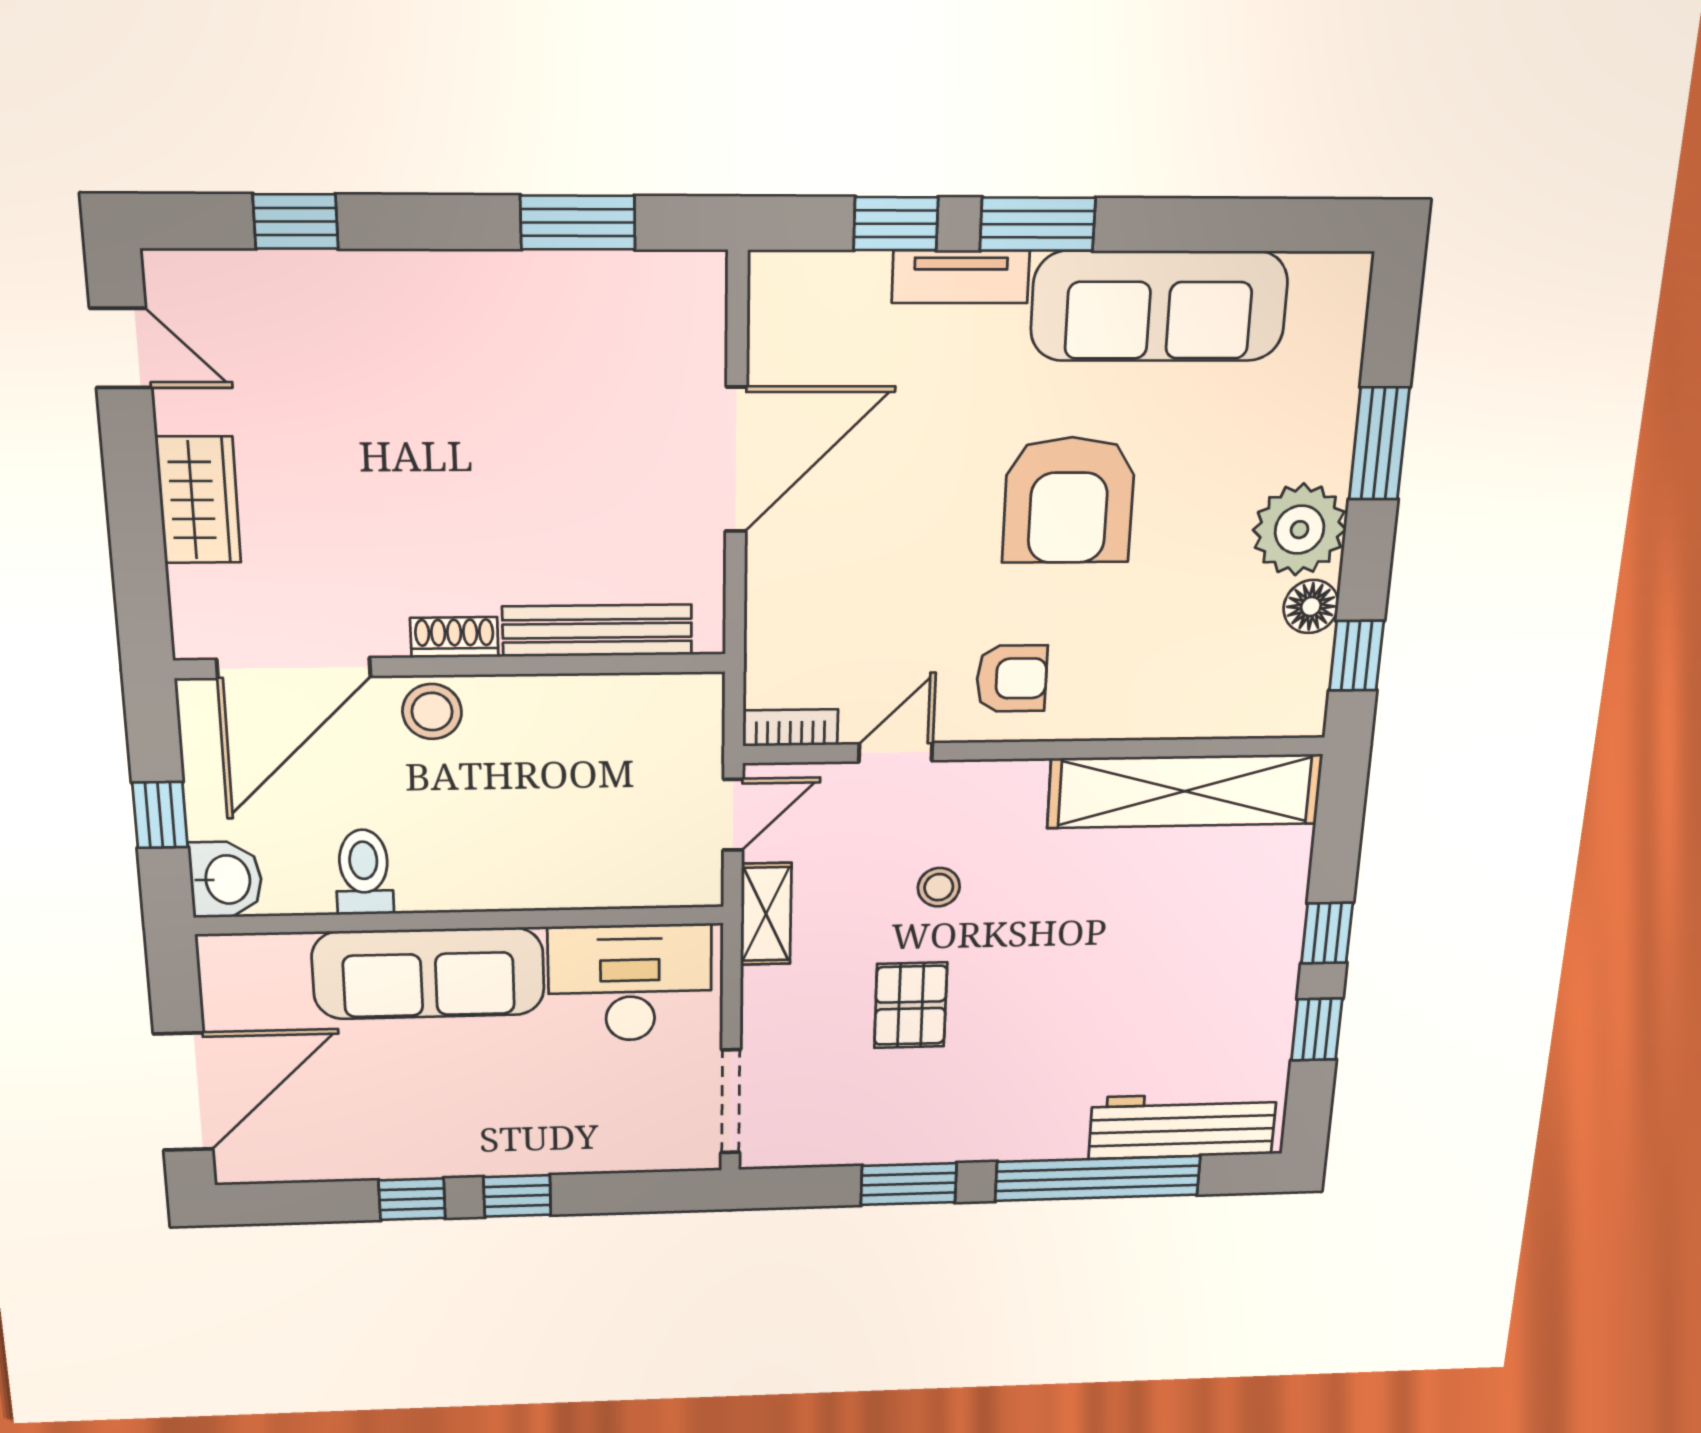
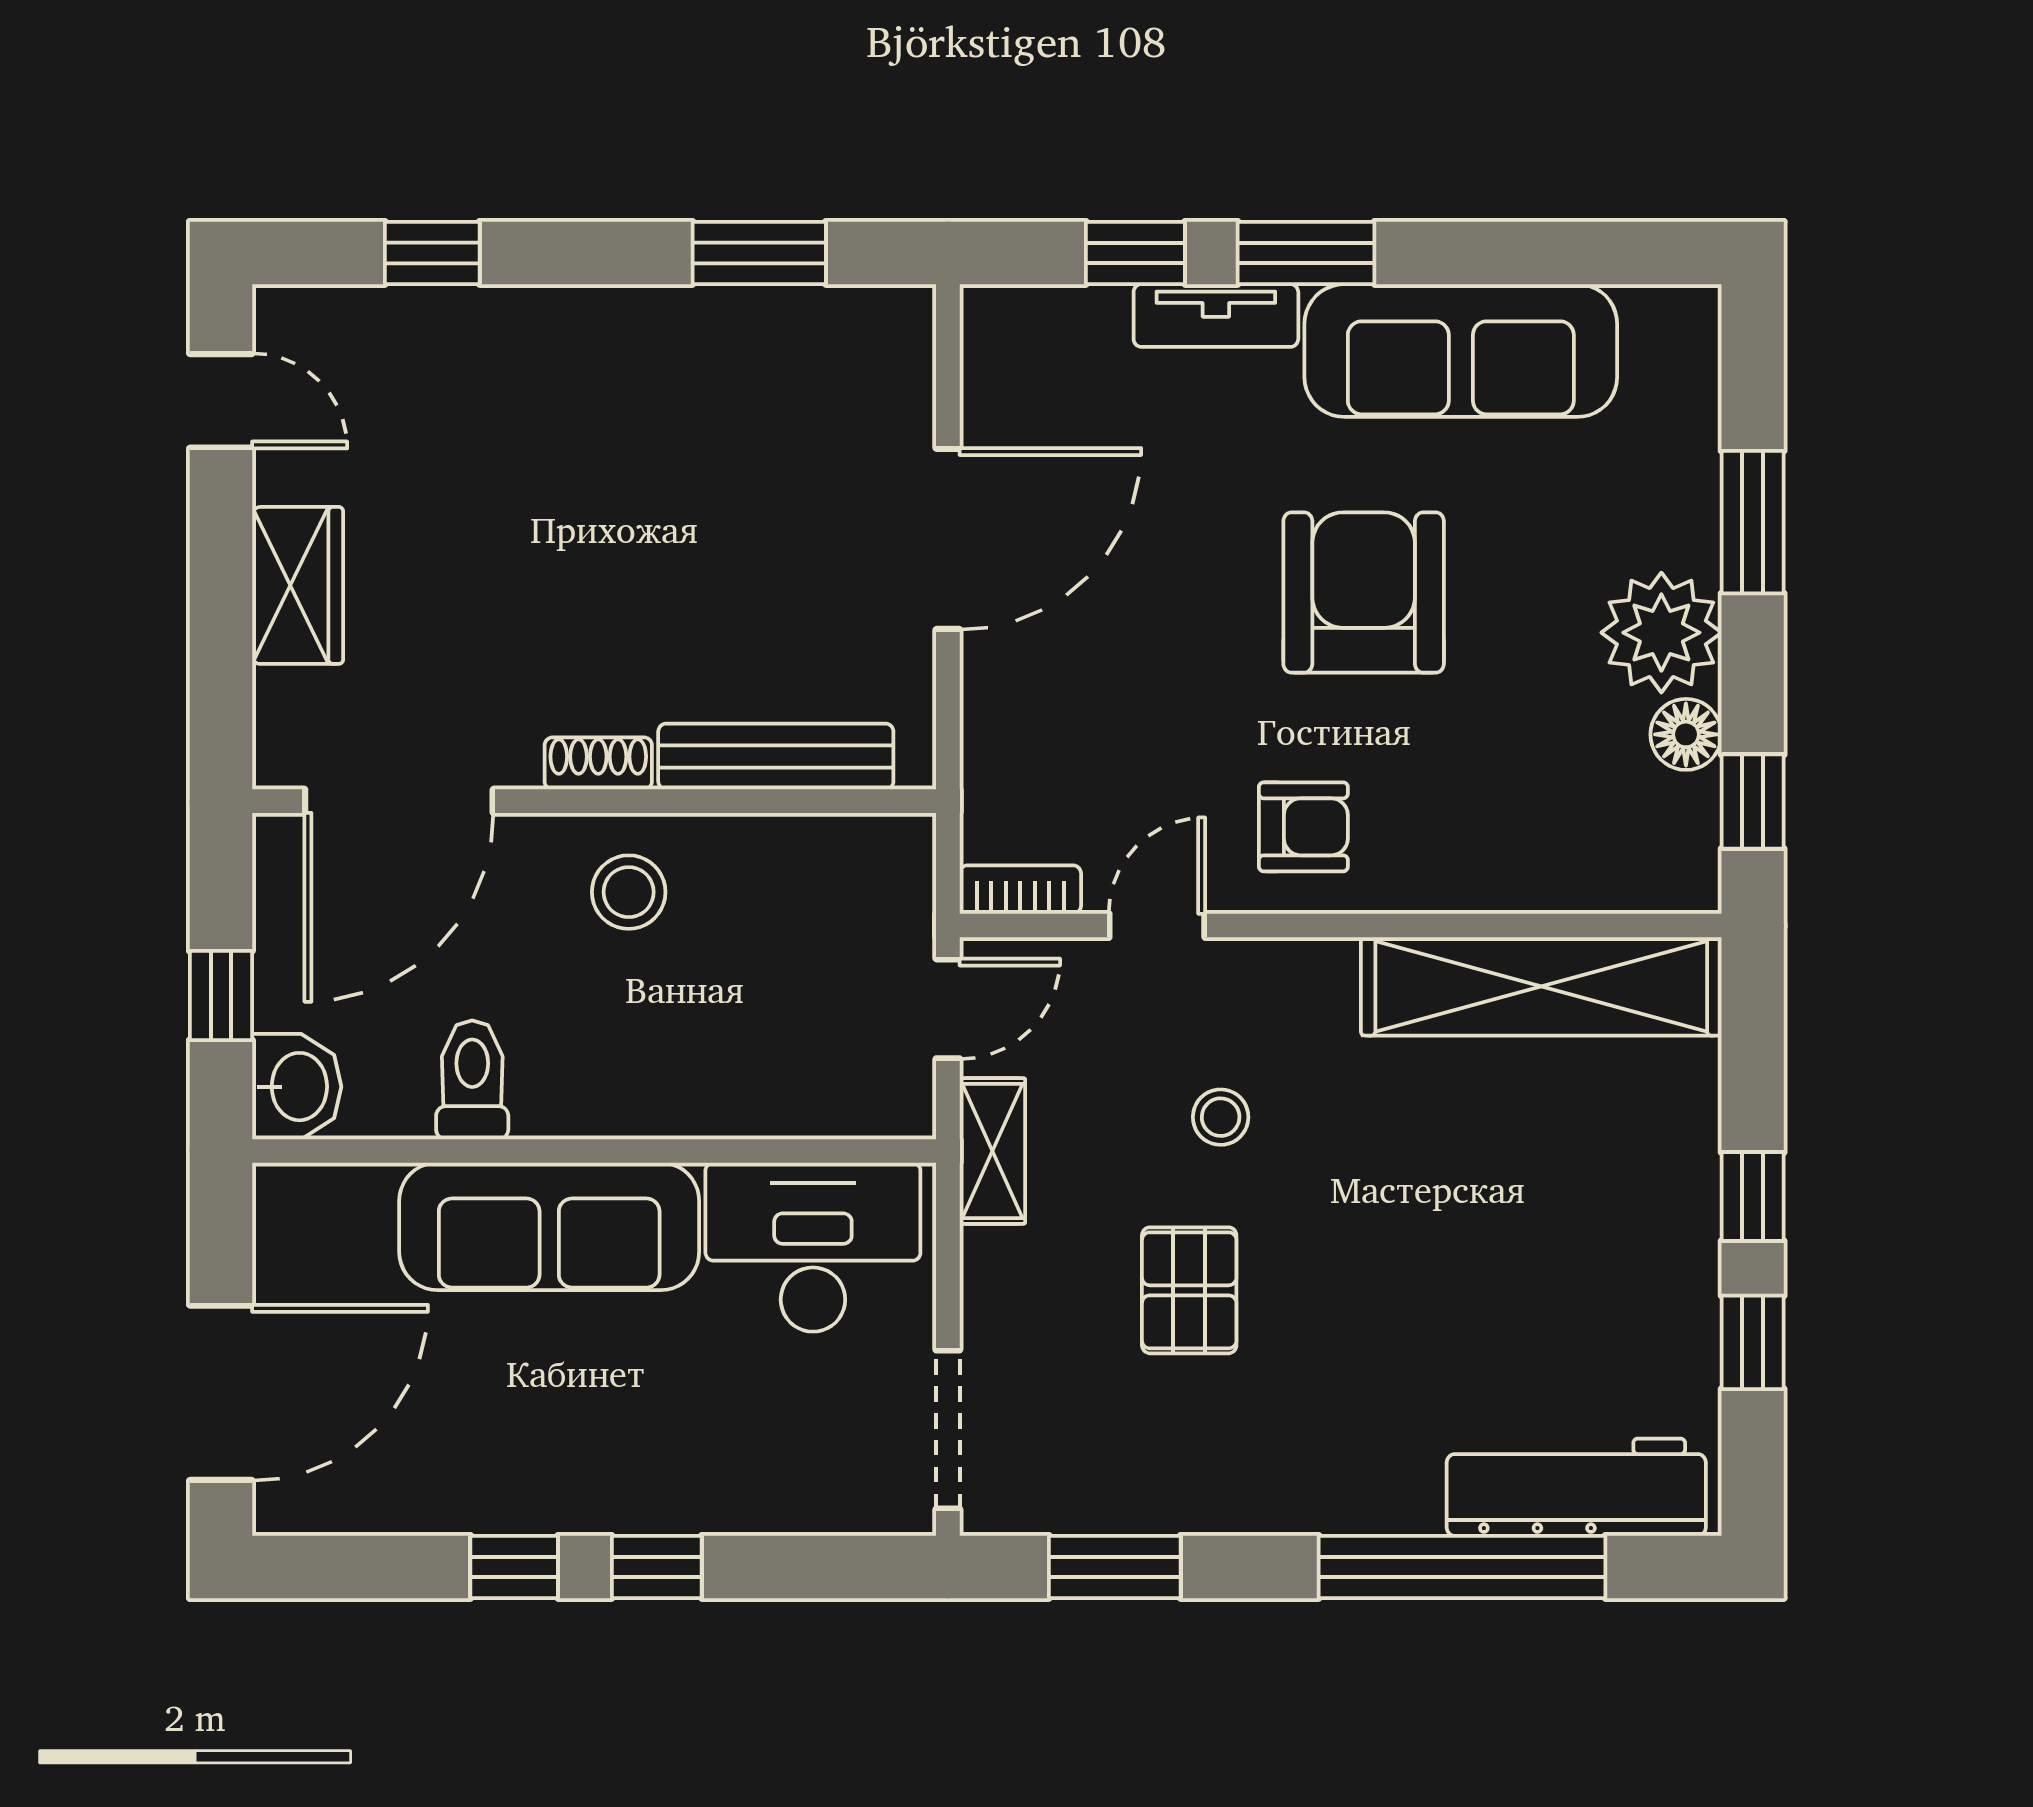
armchair: (1069, 500) -> (1364, 592), turned 180
stool: (432, 712) -> (629, 892), moved
window: (909, 1184) -> (1115, 1567), moved

